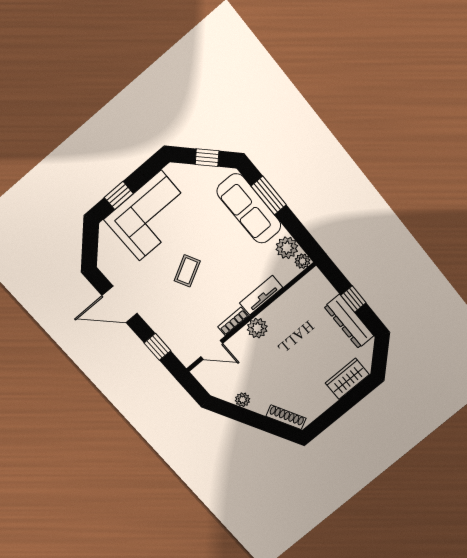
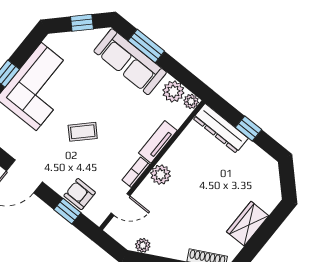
coffee table: (187, 271) -> (83, 132), turned 73
dresser: (349, 321) -> (221, 128), moved
armchair: (173, 332) -> (80, 194), added
wardrobe: (347, 379) -> (248, 224), moved
plant: (243, 400) -> (143, 245), moved

